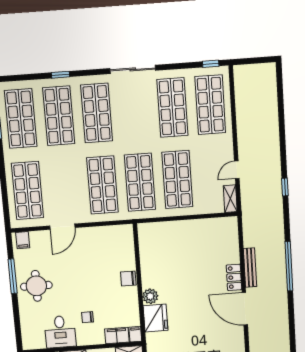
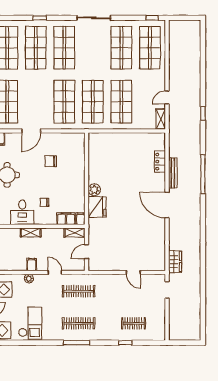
locker: (234, 277) -> (160, 162), moved
chair: (128, 279) -> (51, 161), moved

